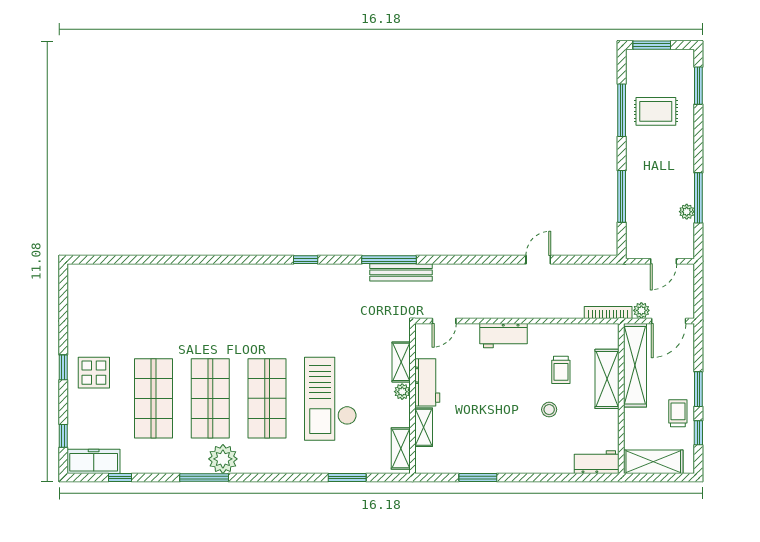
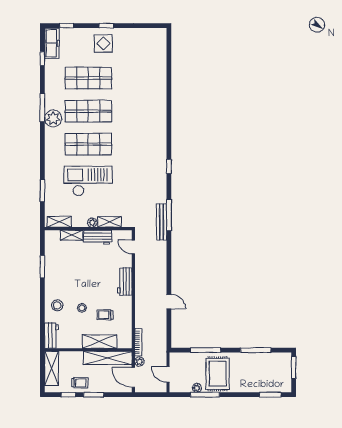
rug: (656, 111) -> (218, 374), moved, width x1.36, depth x1.43
stool: (545, 452) -> (57, 305), added

